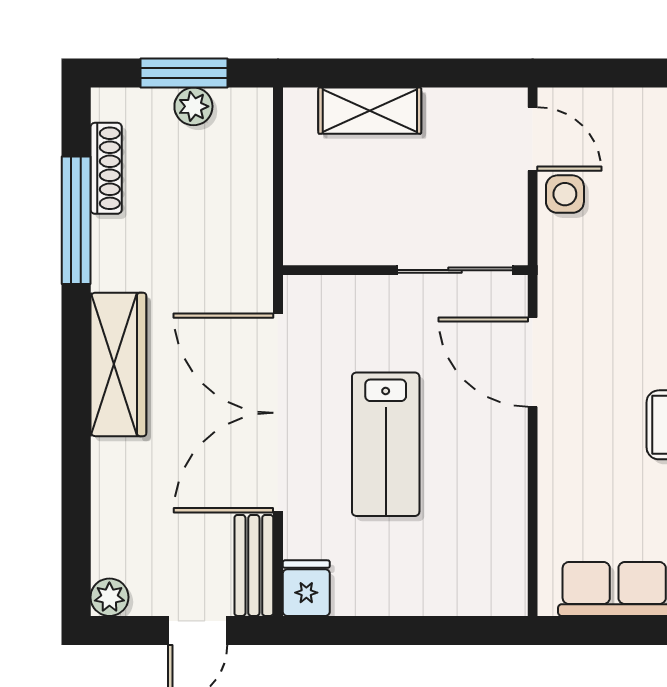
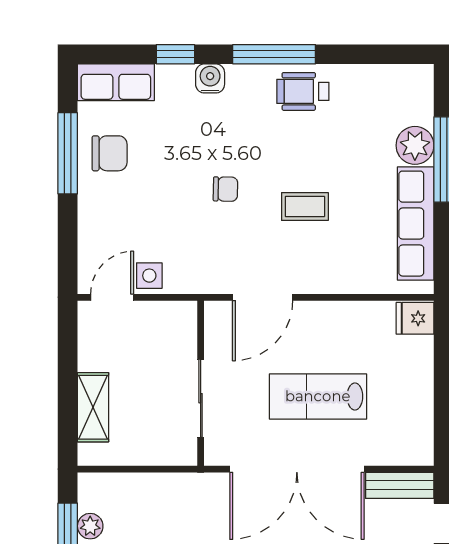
sliding door: (455, 270) -> (201, 398), moved
lab bench: (386, 444) -> (318, 396), turned 180
fridge: (306, 588) -> (415, 318), moved

